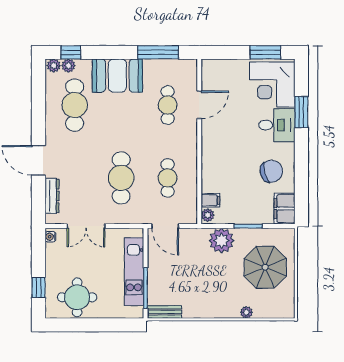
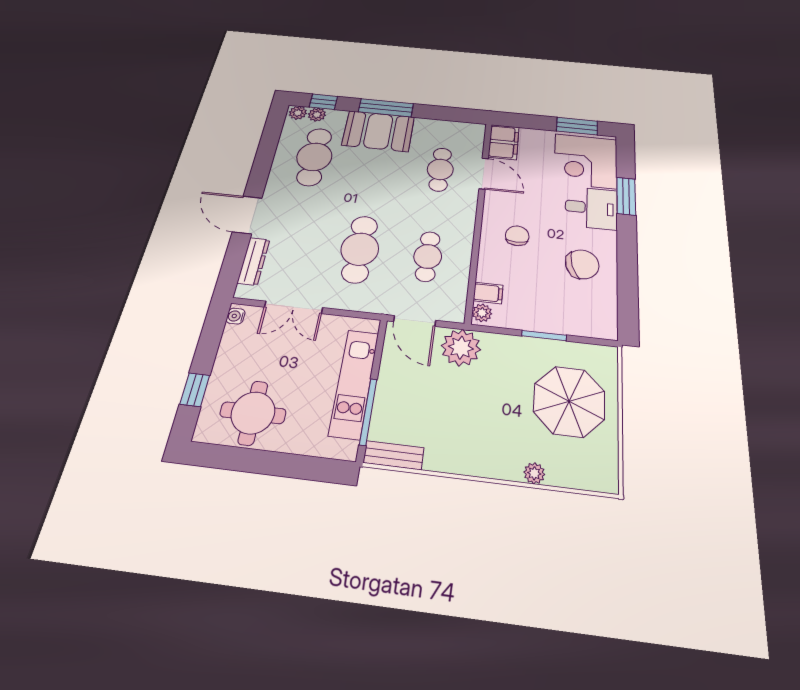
window: (158, 52) -> (386, 108), moved
door: (199, 105) -> (484, 174), hinge flipped
chair: (227, 154) -> (517, 236), added
filing cabinet: (284, 209) -> (504, 142), moved, turned 180
plant: (222, 241) -> (461, 348), moved

